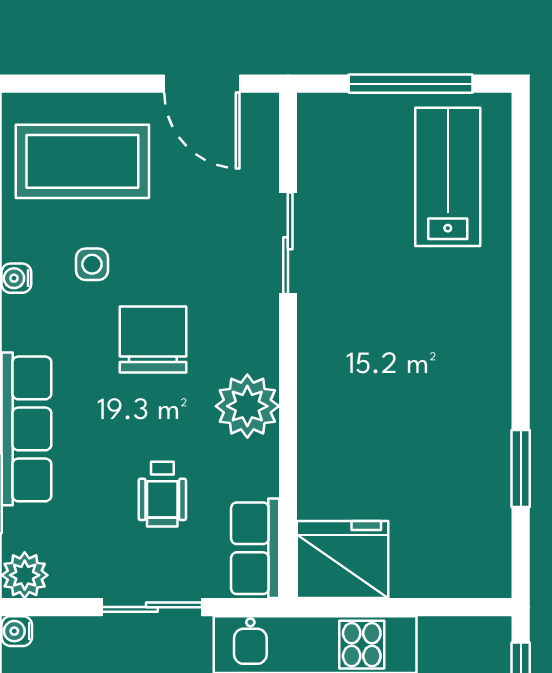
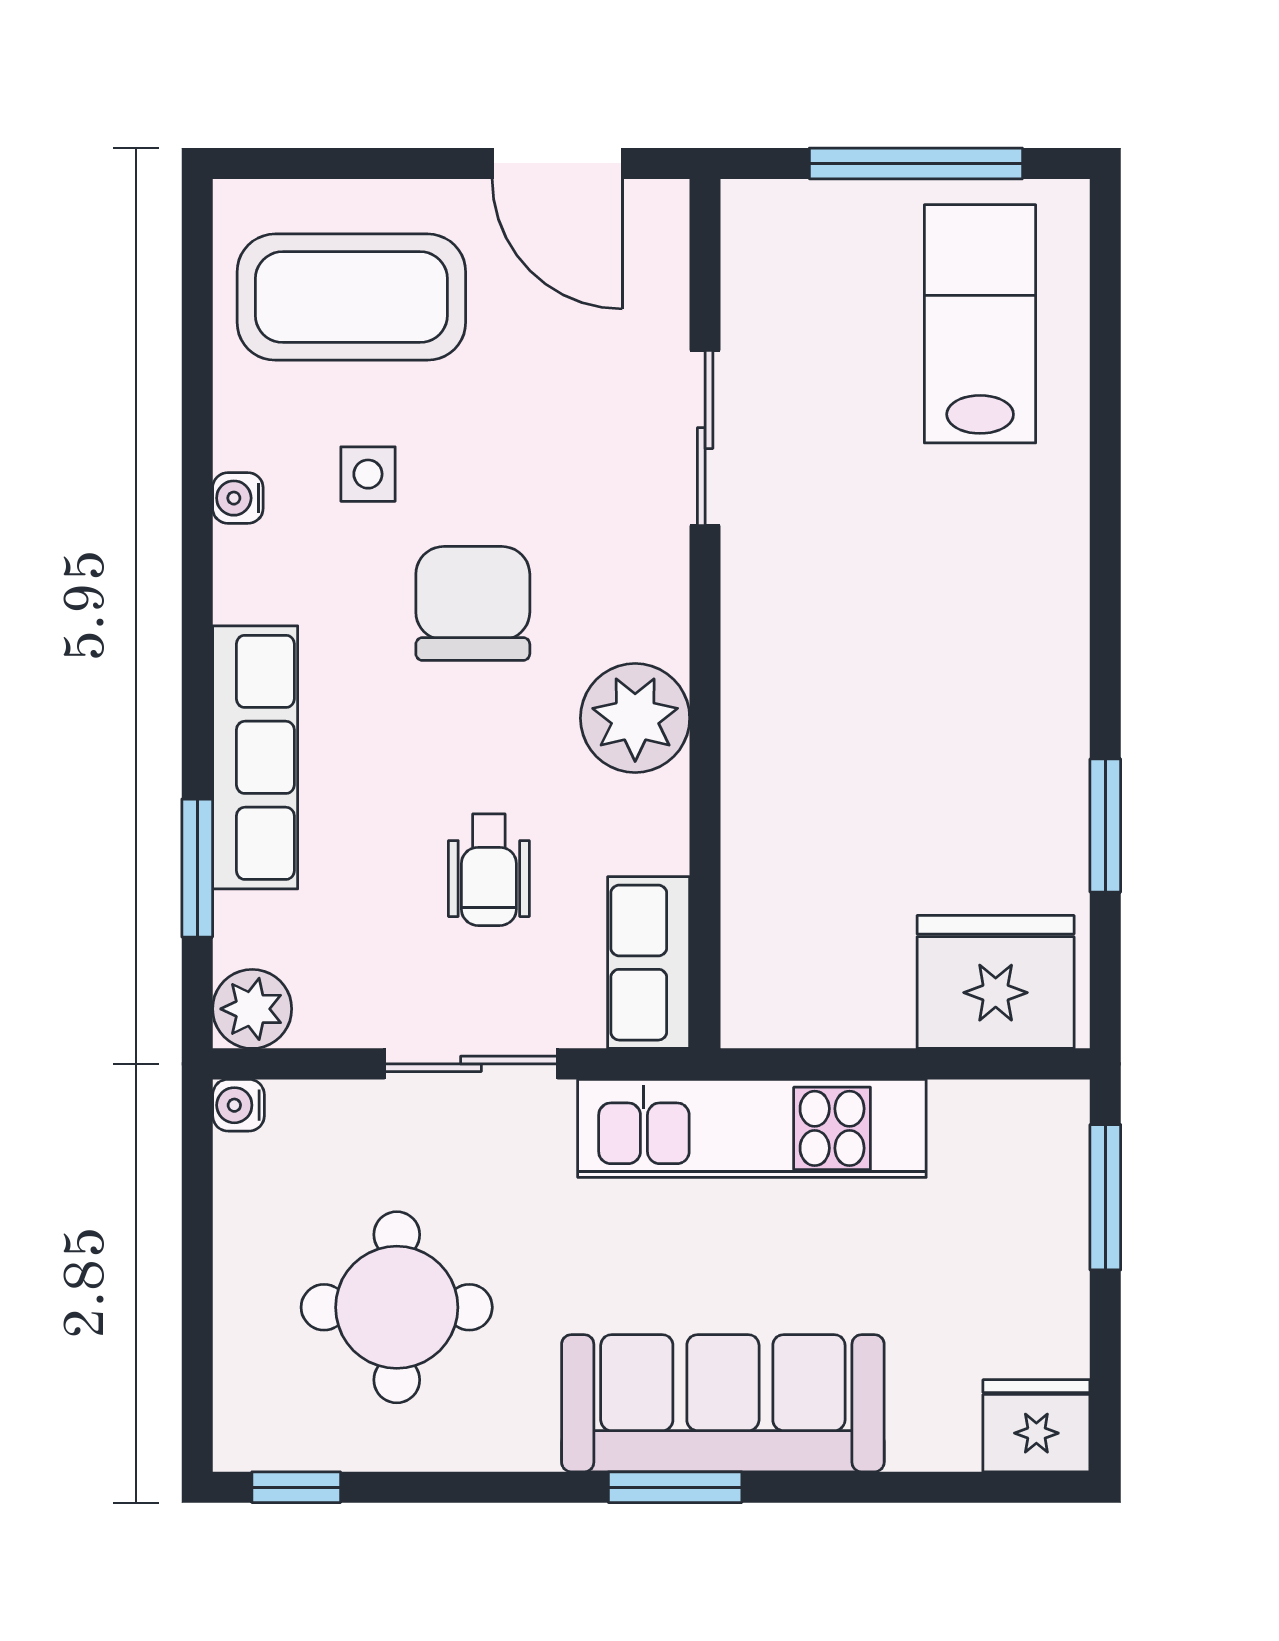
fridge: (343, 559) -> (996, 982), moved

